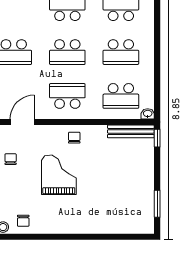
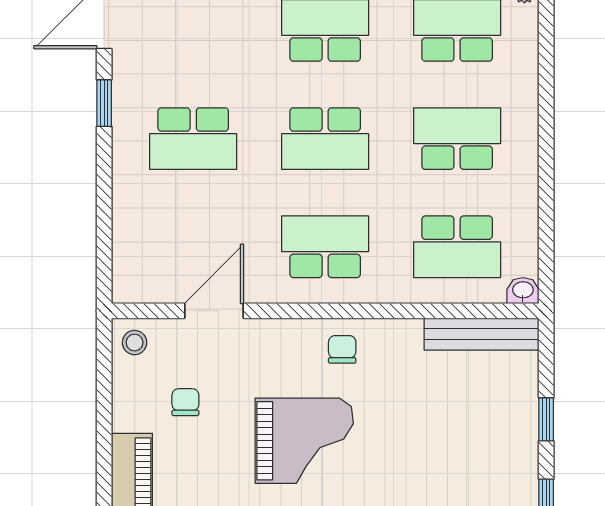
school desk: (121, 52) -> (457, 139), turned 180
window: (157, 138) -> (546, 419), moved
grand piano: (59, 175) -> (304, 441), turned 90

